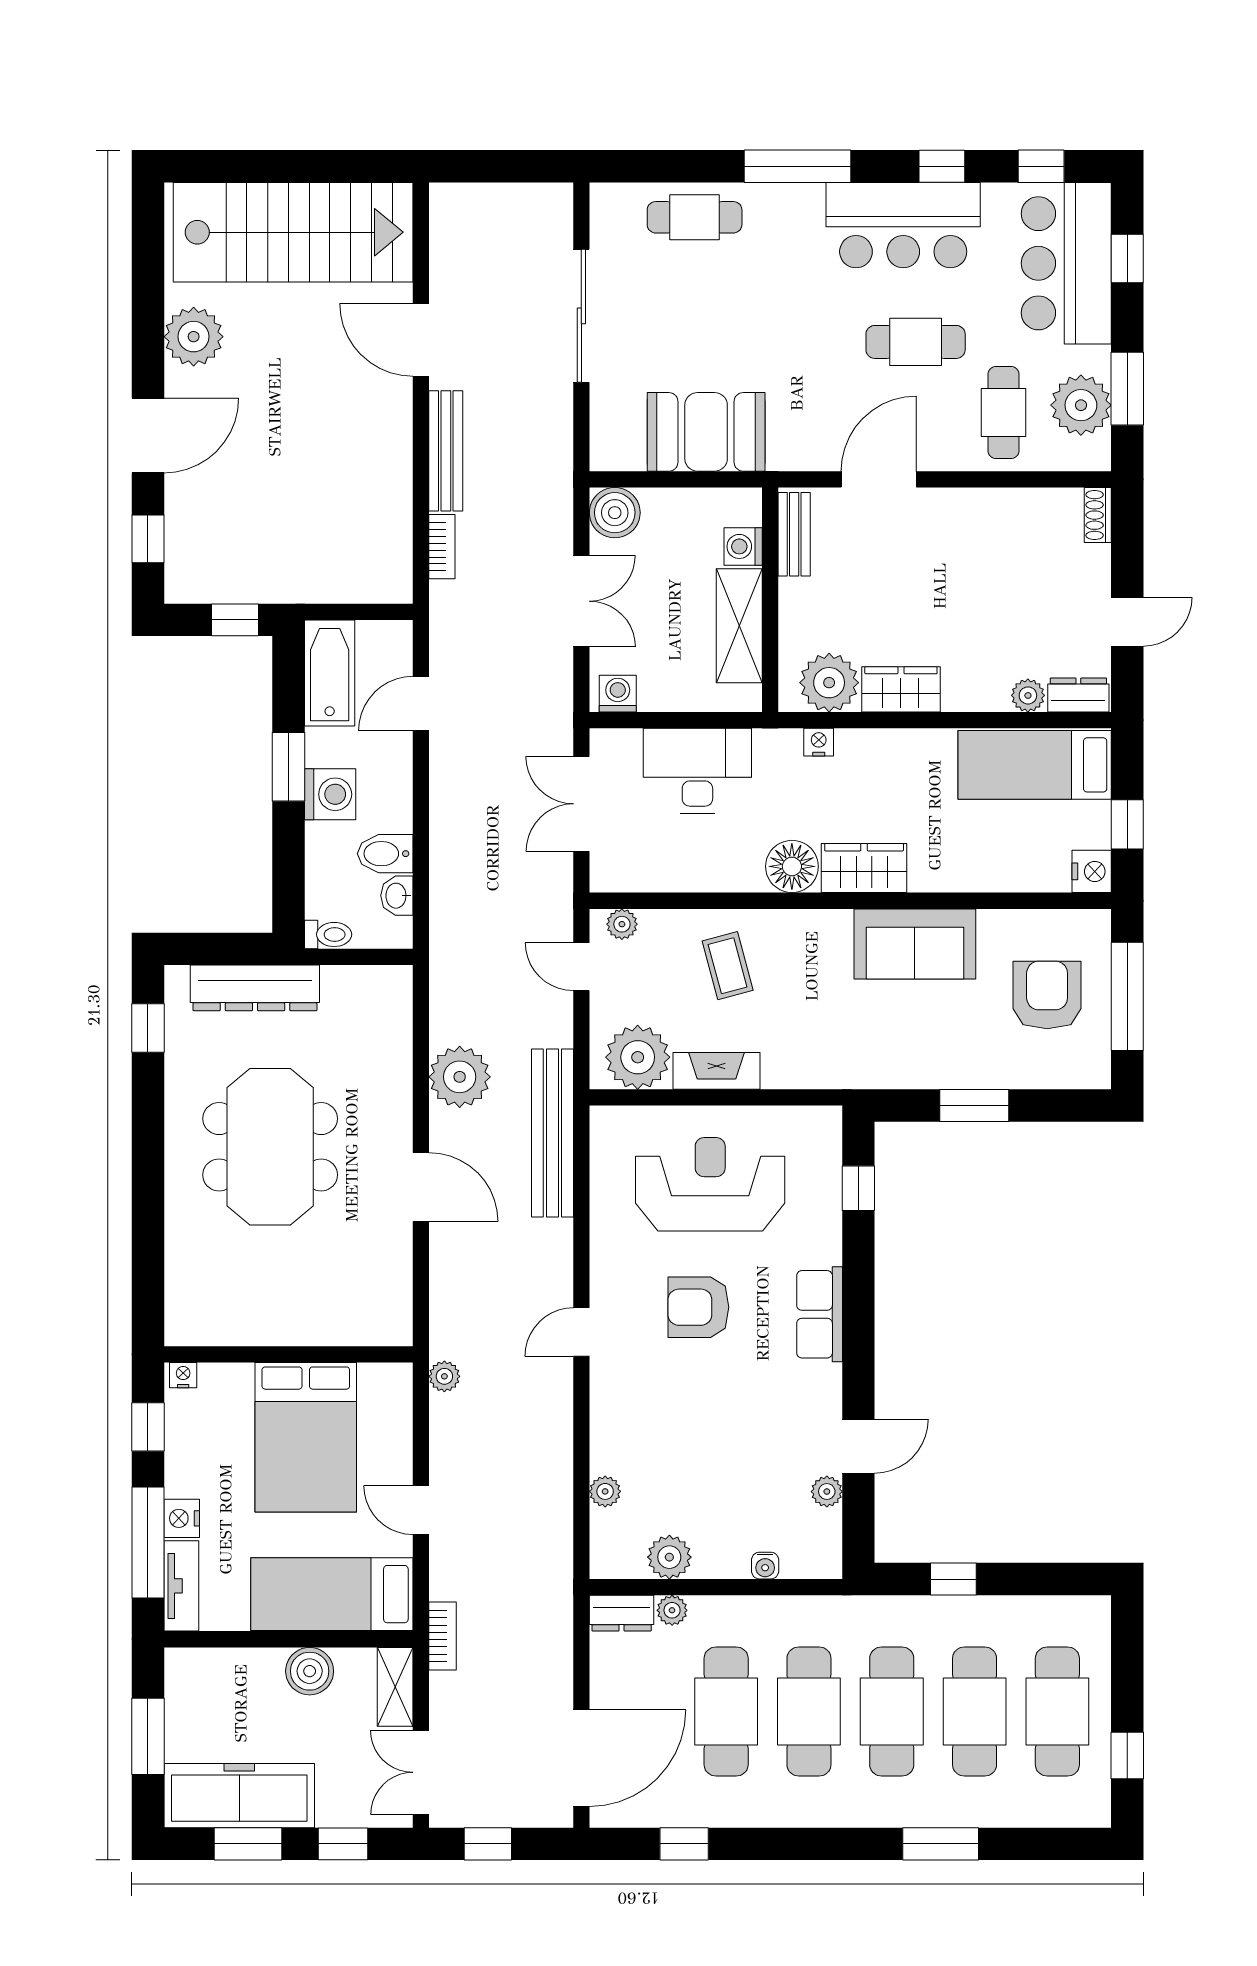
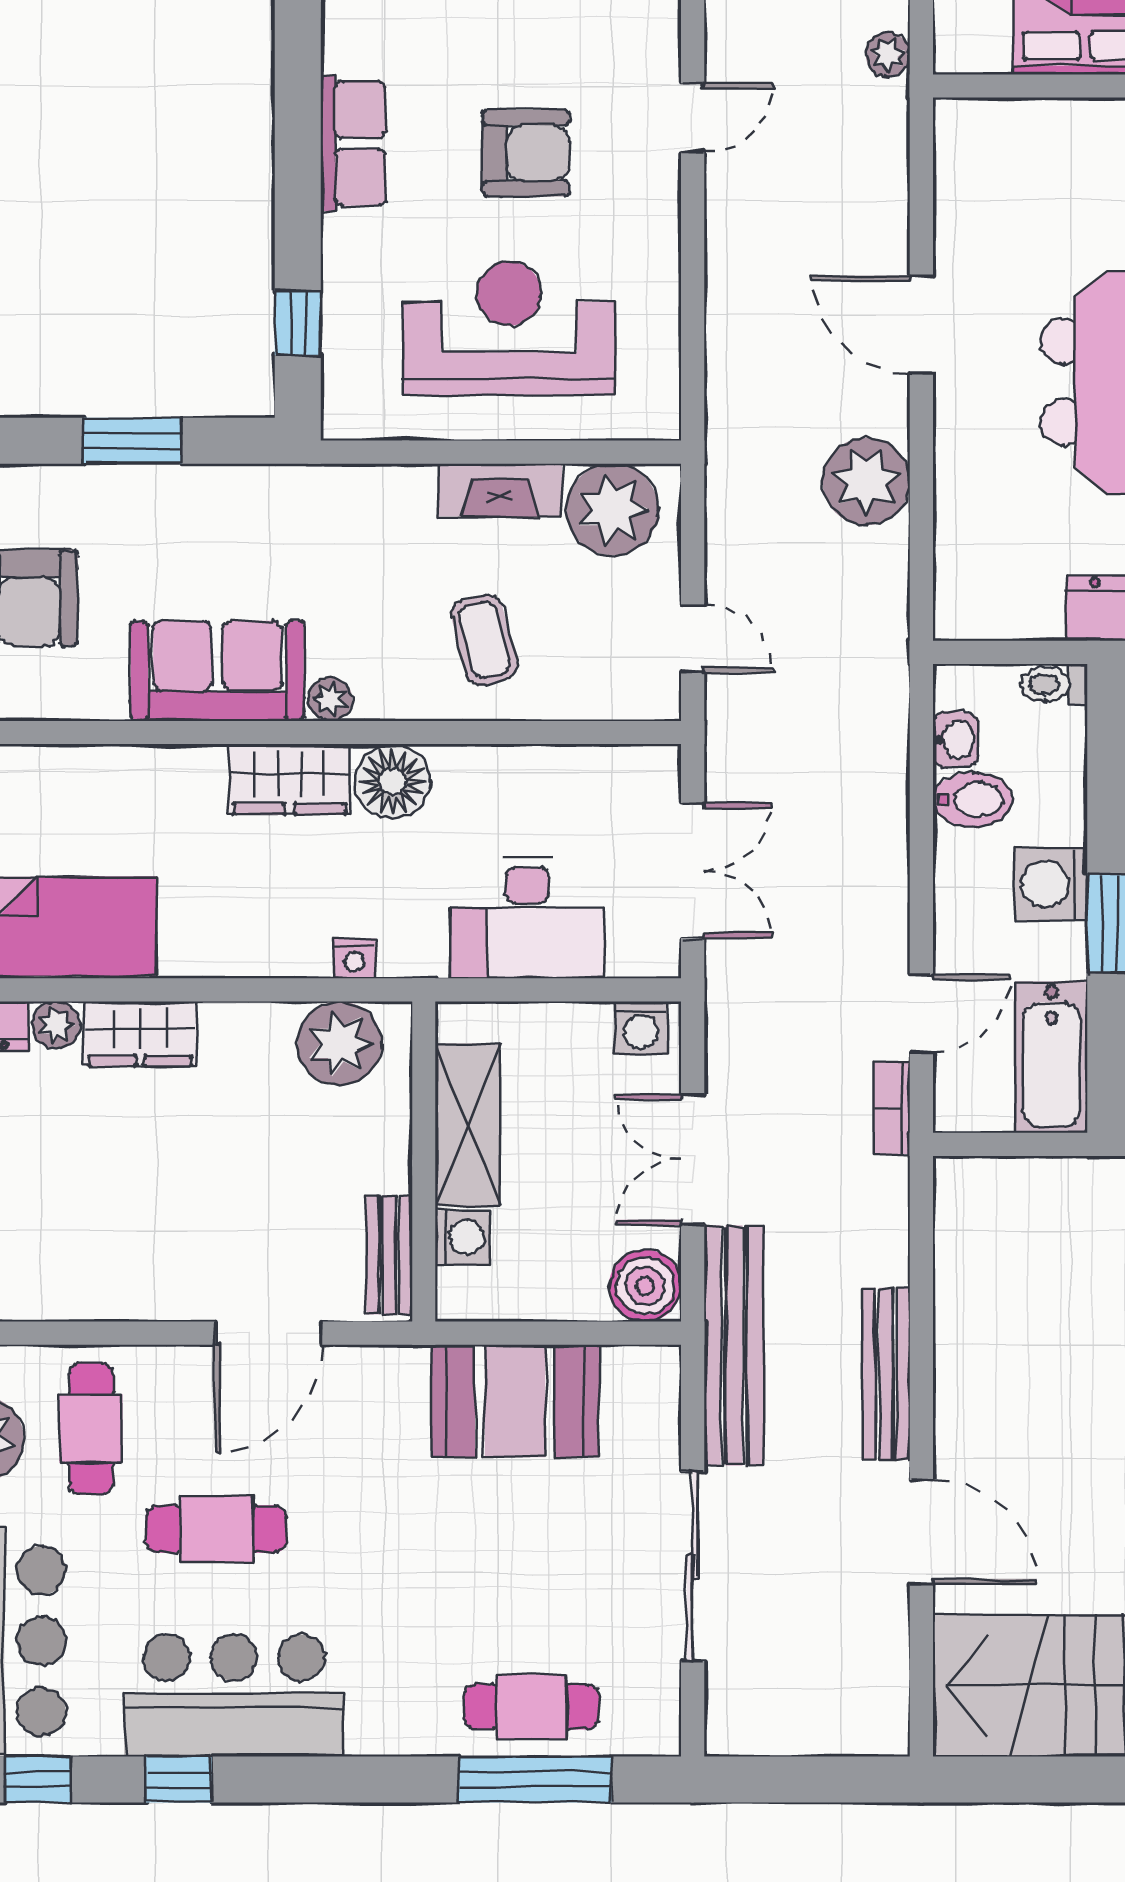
window: (797, 166) -> (535, 1779), moved
bookcase: (442, 547) -> (892, 1108), moved
wardrobe: (901, 689) -> (140, 1034), moved
plant: (622, 924) -> (330, 699), moved
bench: (552, 1133) -> (734, 1346), moved
reception desk: (710, 1184) -> (509, 328), turned 180

